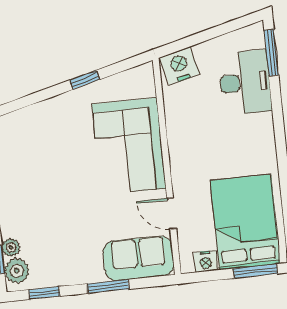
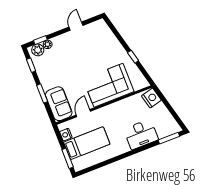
desk: (245, 82) -> (141, 134), moved
bed: (245, 222) -> (87, 143), width x0.67

